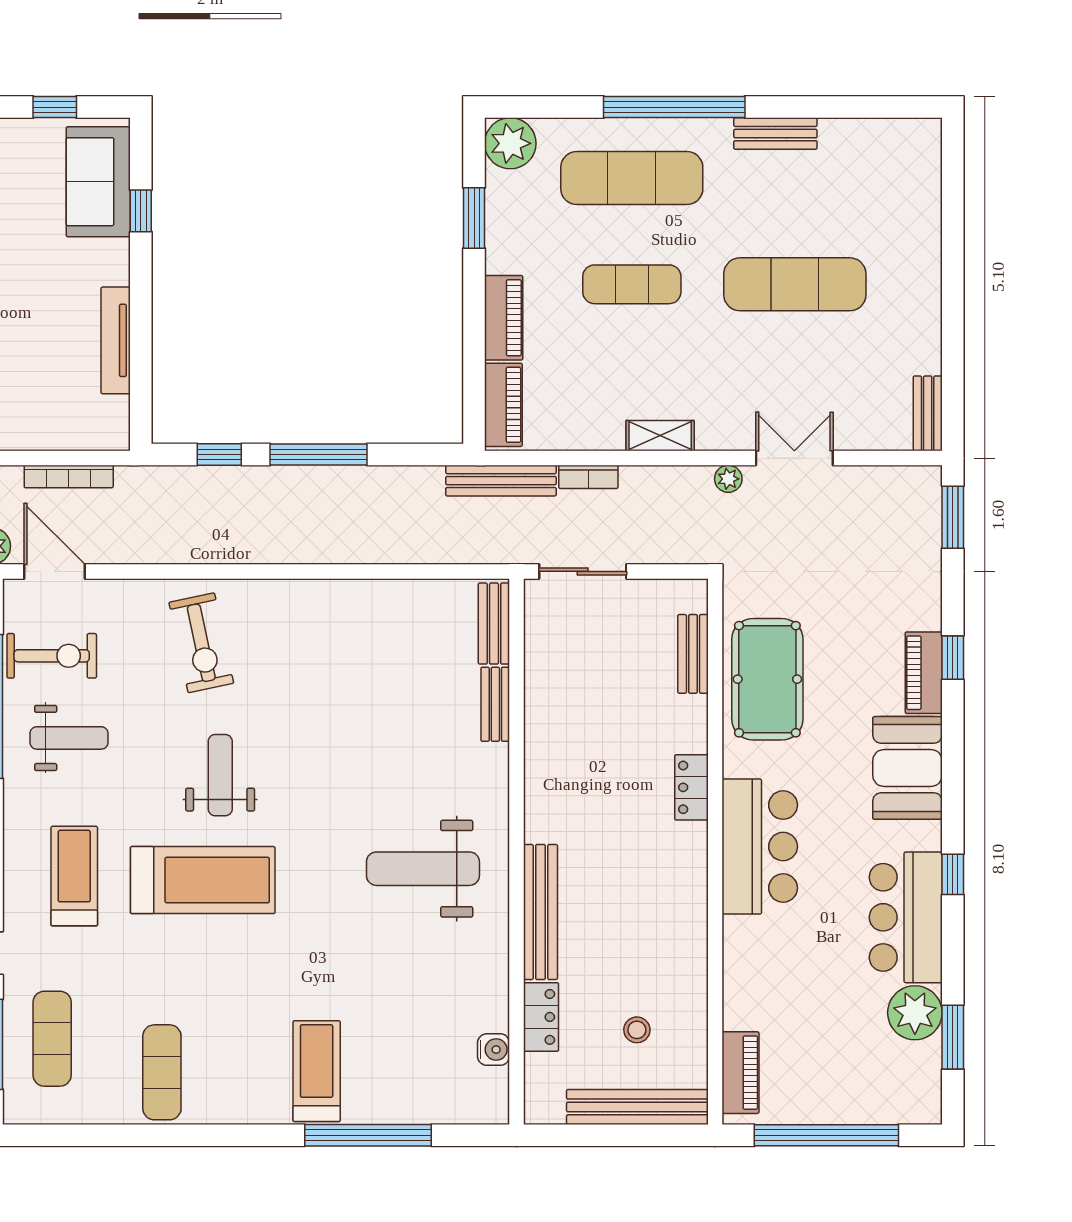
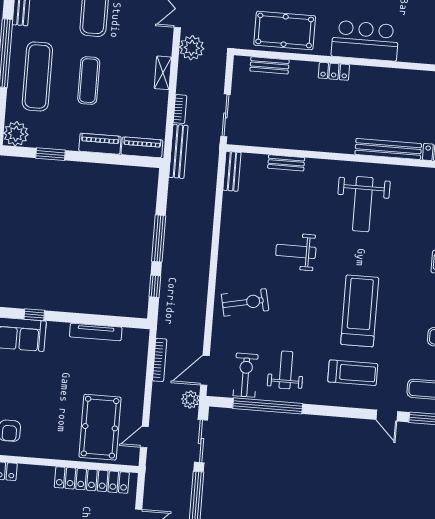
plant: (728, 479) -> (192, 48), width x1.87, depth x1.87
bench: (494, 624) -> (232, 171), moved, turned 90
weight bench: (220, 775) -> (296, 251), moved
treadmill: (74, 876) -> (353, 373), turned 180

